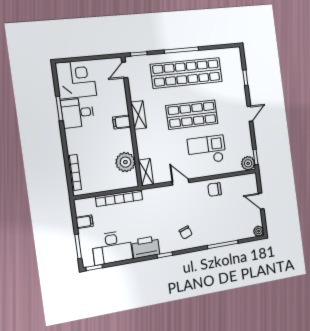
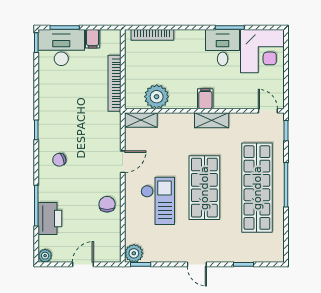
printer: (146, 247) -> (50, 218), moved
desk: (112, 248) -> (61, 48), moved, turned 90

